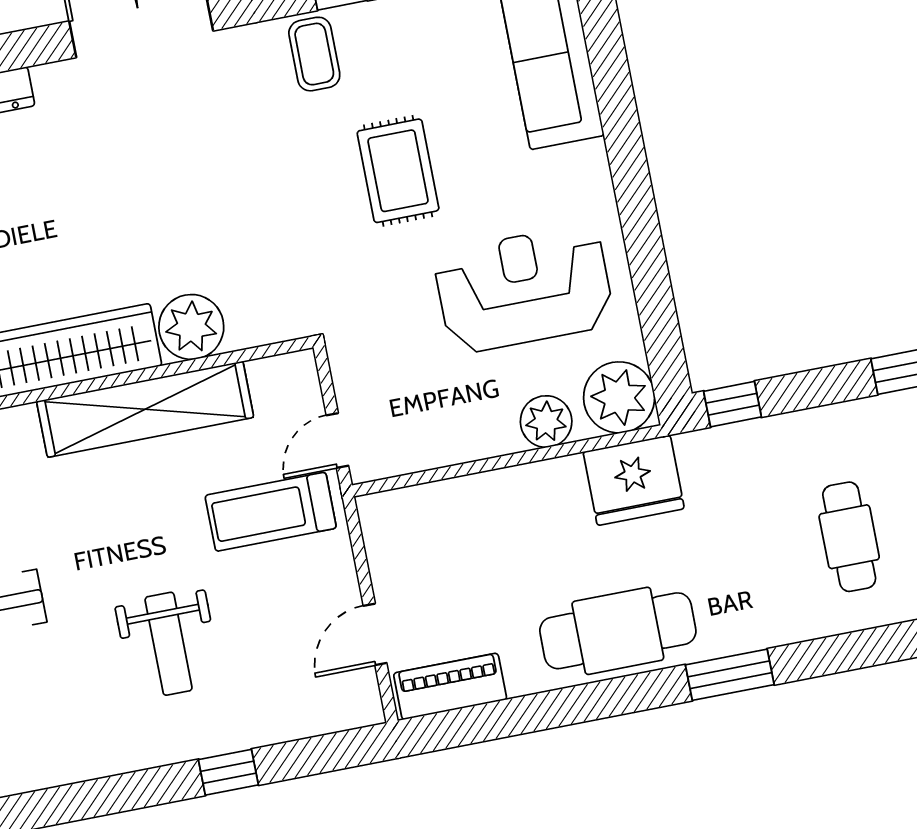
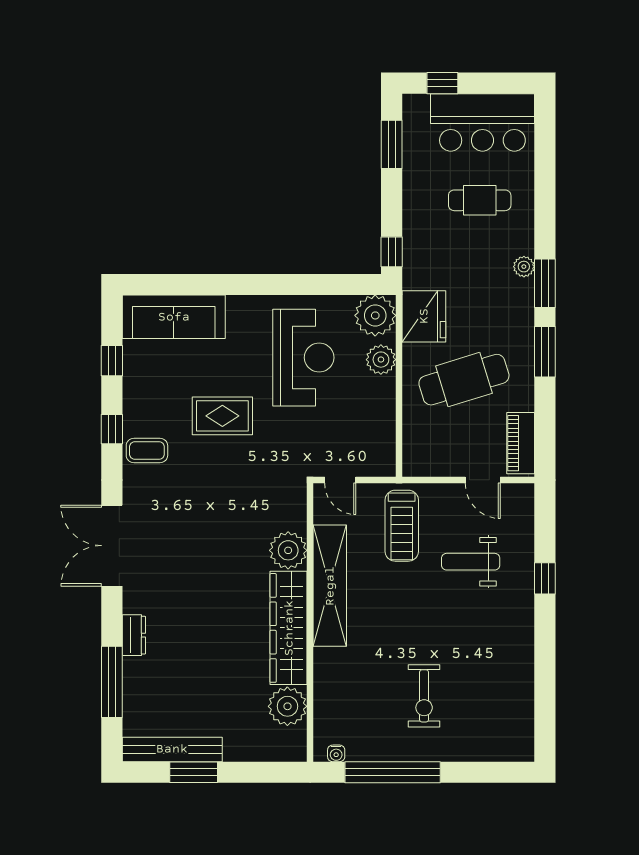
reception desk: (524, 289) -> (303, 358), turned 180
door: (337, 440) -> (340, 480), moved
cafe table: (618, 631) -> (464, 380), moved, turned 73
plant: (751, 634) -> (524, 267), added
weight bench: (169, 644) -> (471, 562), moved, turned 180
window: (614, 697) -> (545, 352), added

